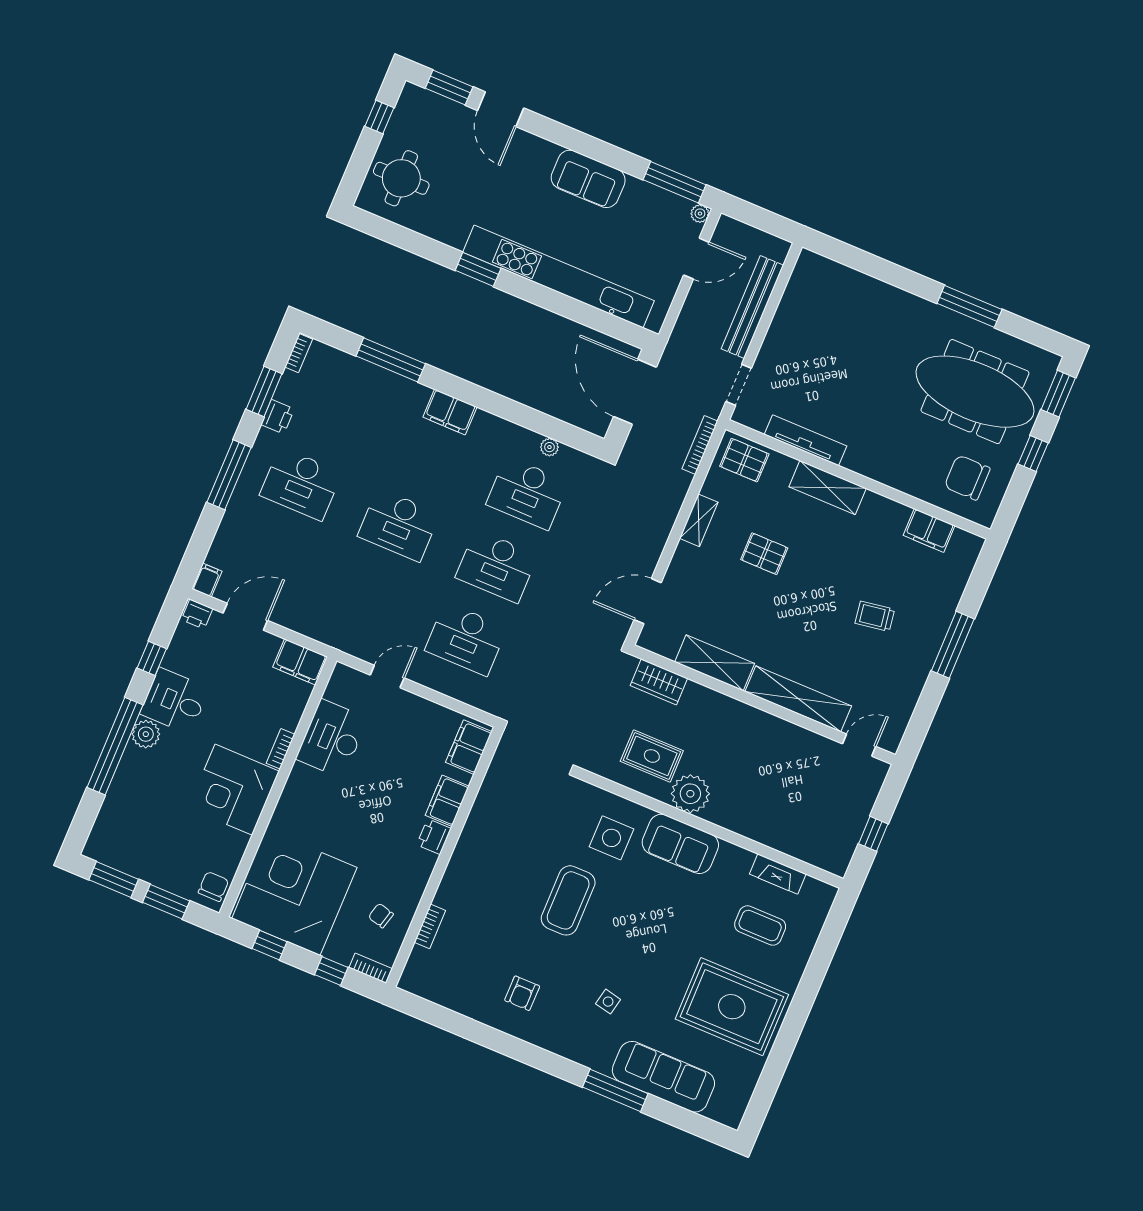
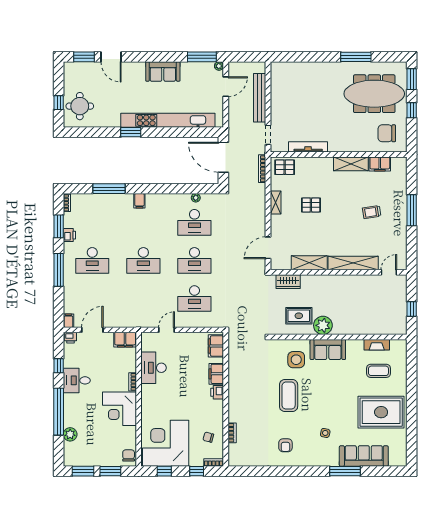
window: (379, 117) -> (59, 103), moved
filing cabinet: (450, 412) -> (139, 201), width x0.50
shelving: (828, 488) -> (351, 164), moved
plant: (146, 734) -> (70, 434), moved

